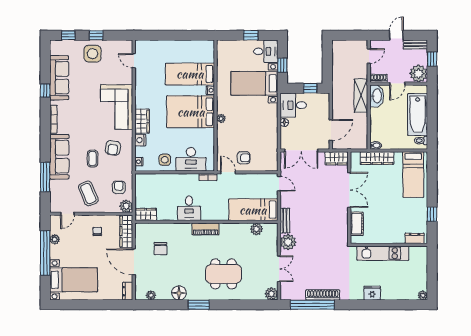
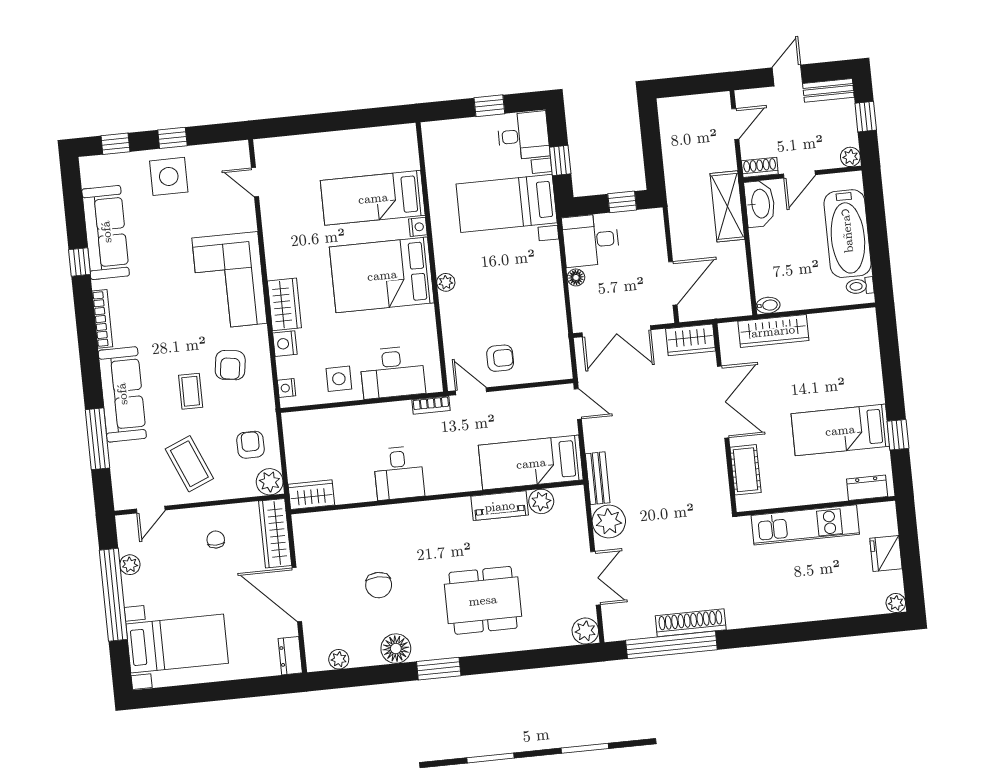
plant: (419, 74) -> (850, 157), width x0.53, depth x0.53
bed: (413, 175) -> (840, 430), moved, turned 90
piano: (205, 229) -> (500, 506), moved
chair: (160, 249) -> (379, 585), moved
fridge: (372, 293) -> (886, 553), moved, turned -90

